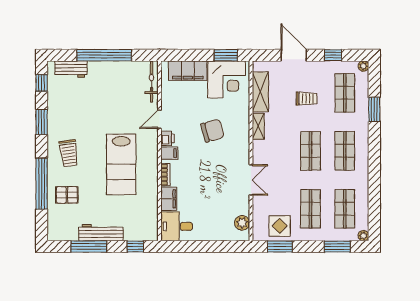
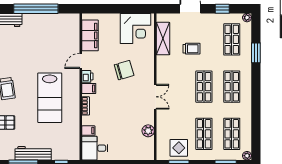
window: (226, 55) -> (135, 9), removed
filing cabinet: (188, 71) -> (90, 35), moved, turned -90
bicycle: (151, 82) -> (74, 30), removed
trolley: (307, 99) -> (192, 49), moved
shelving: (258, 126) -> (161, 67), removed
double door: (251, 180) -> (155, 97), moved
filing cabinet: (169, 199) -> (88, 131), width x0.50
plant: (242, 223) -> (148, 131), moved

